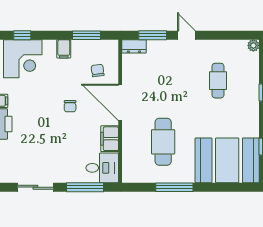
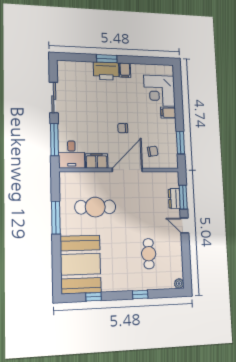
window: (22, 35) -> (178, 91), removed
door: (186, 35) -> (185, 225), swing flipped
dresser: (134, 46) -> (174, 199), moved
filing cabinet: (64, 49) -> (168, 113), moved
cafe table: (218, 81) -> (149, 254), turned 90

